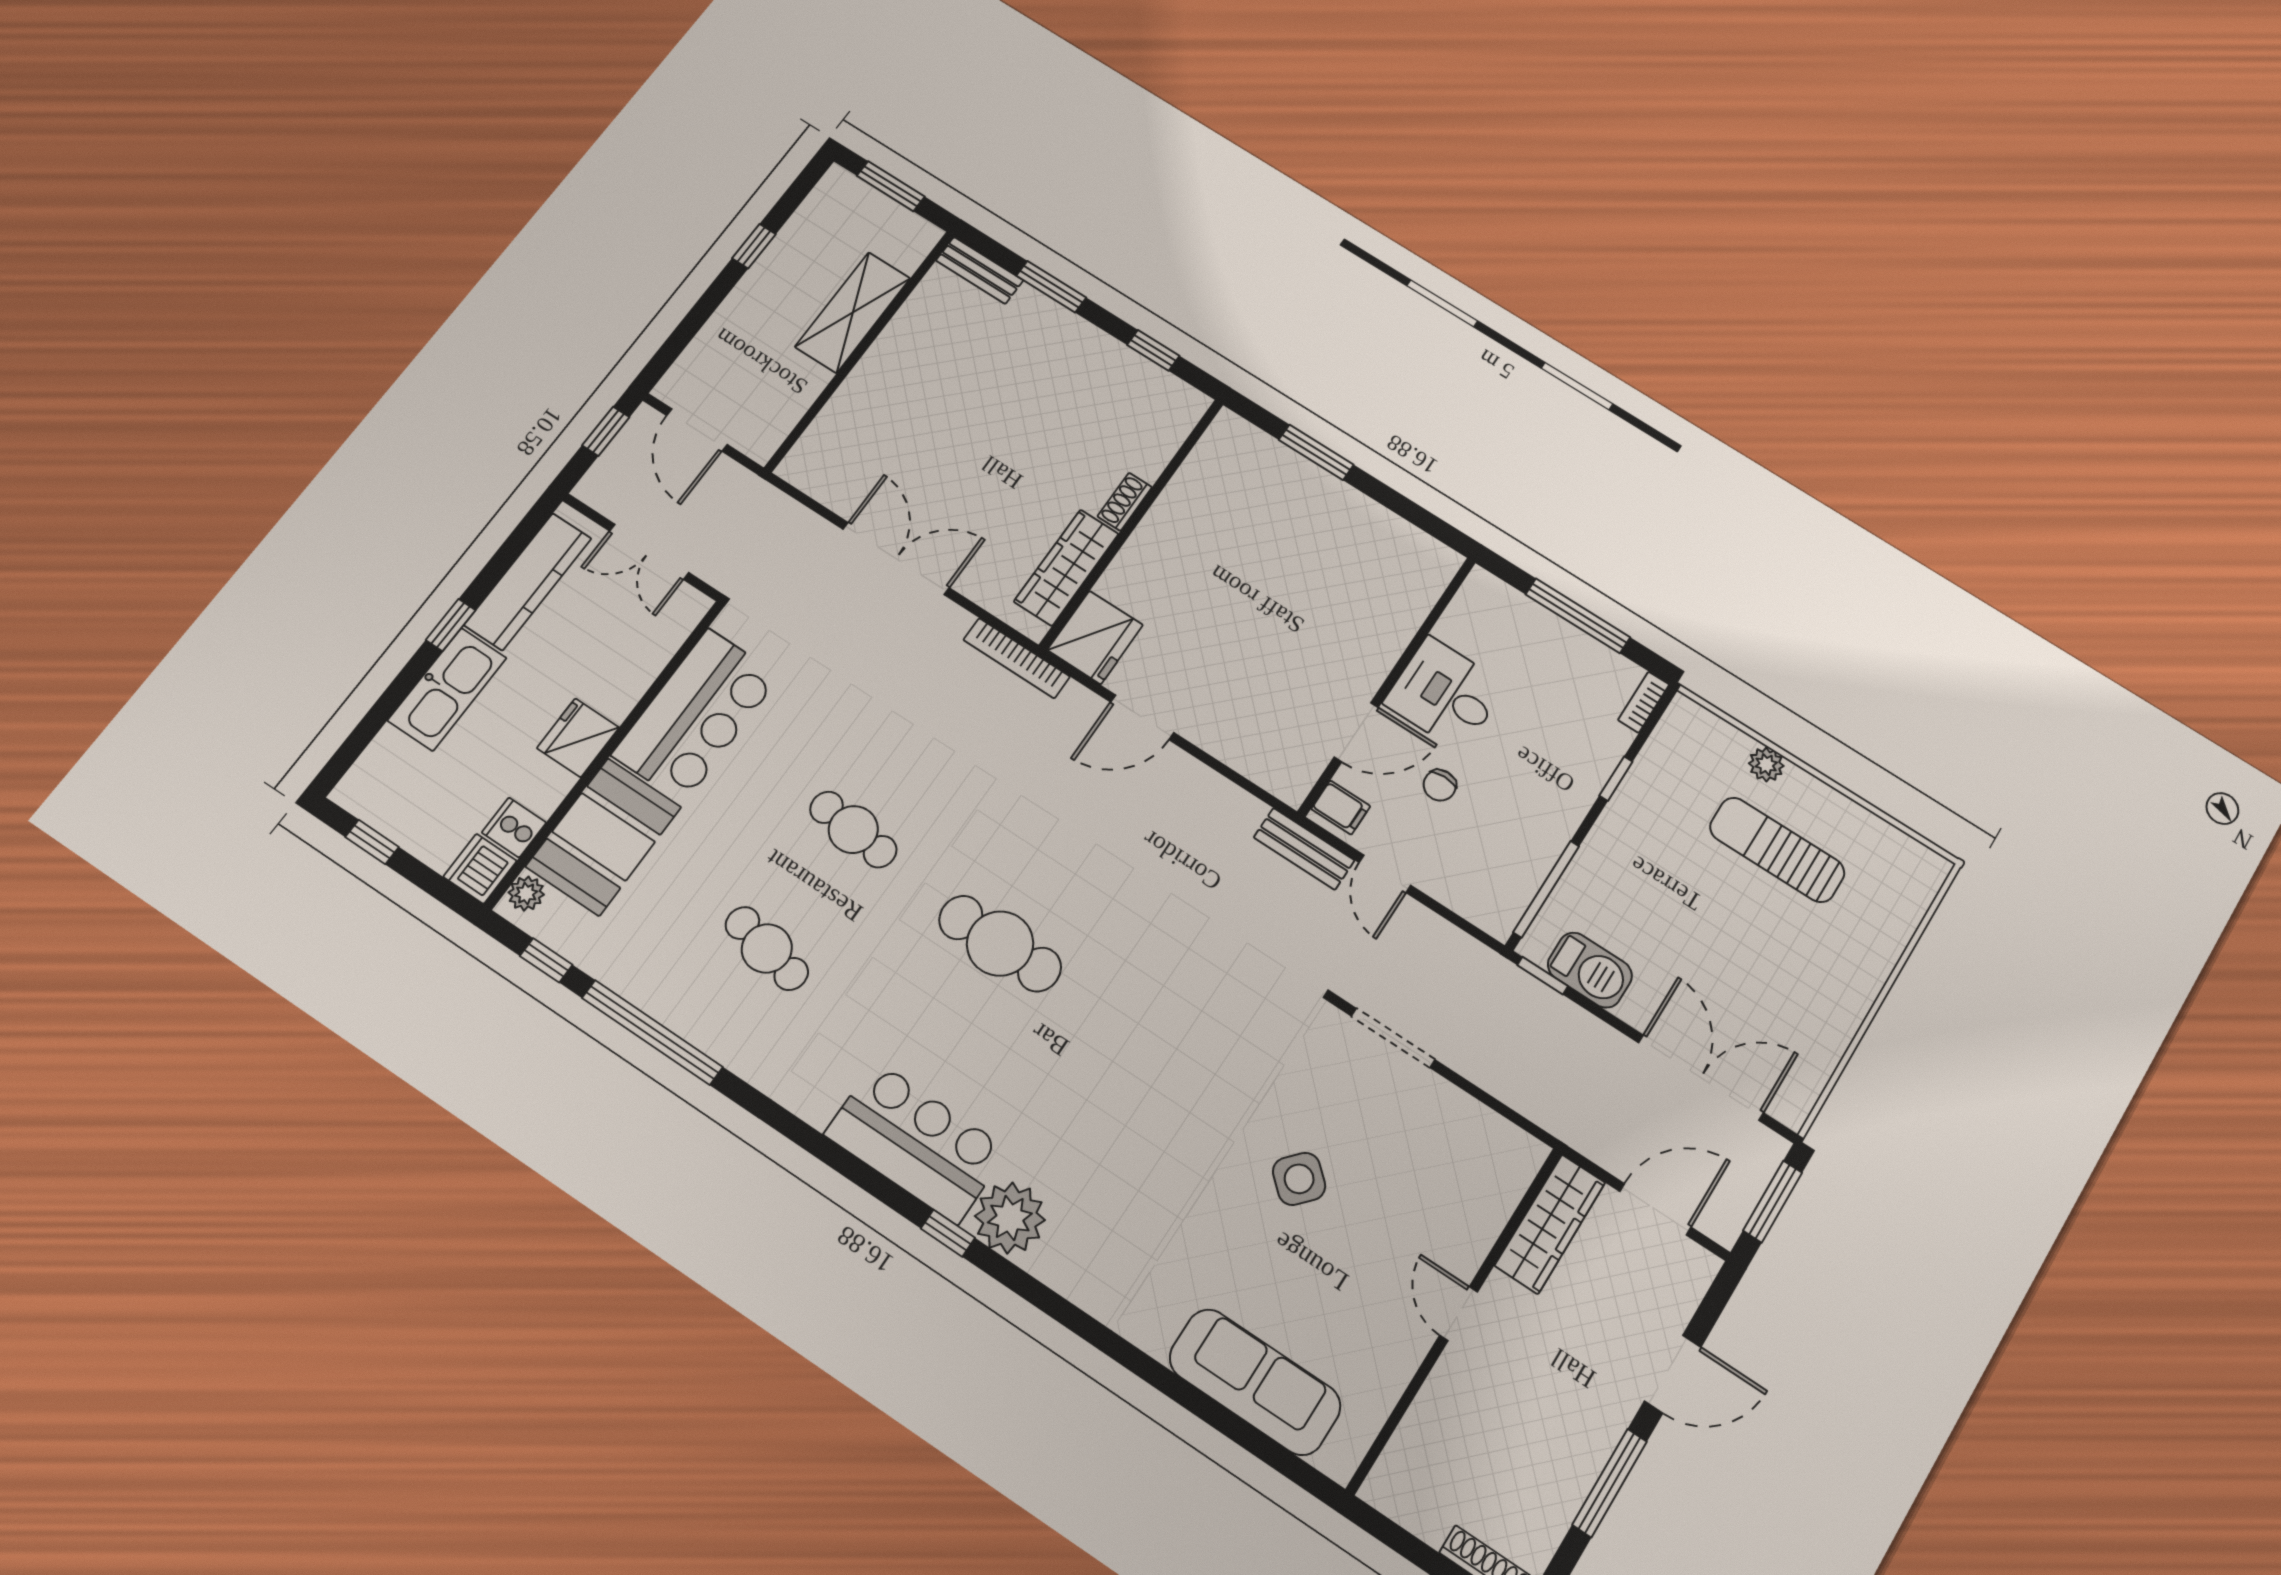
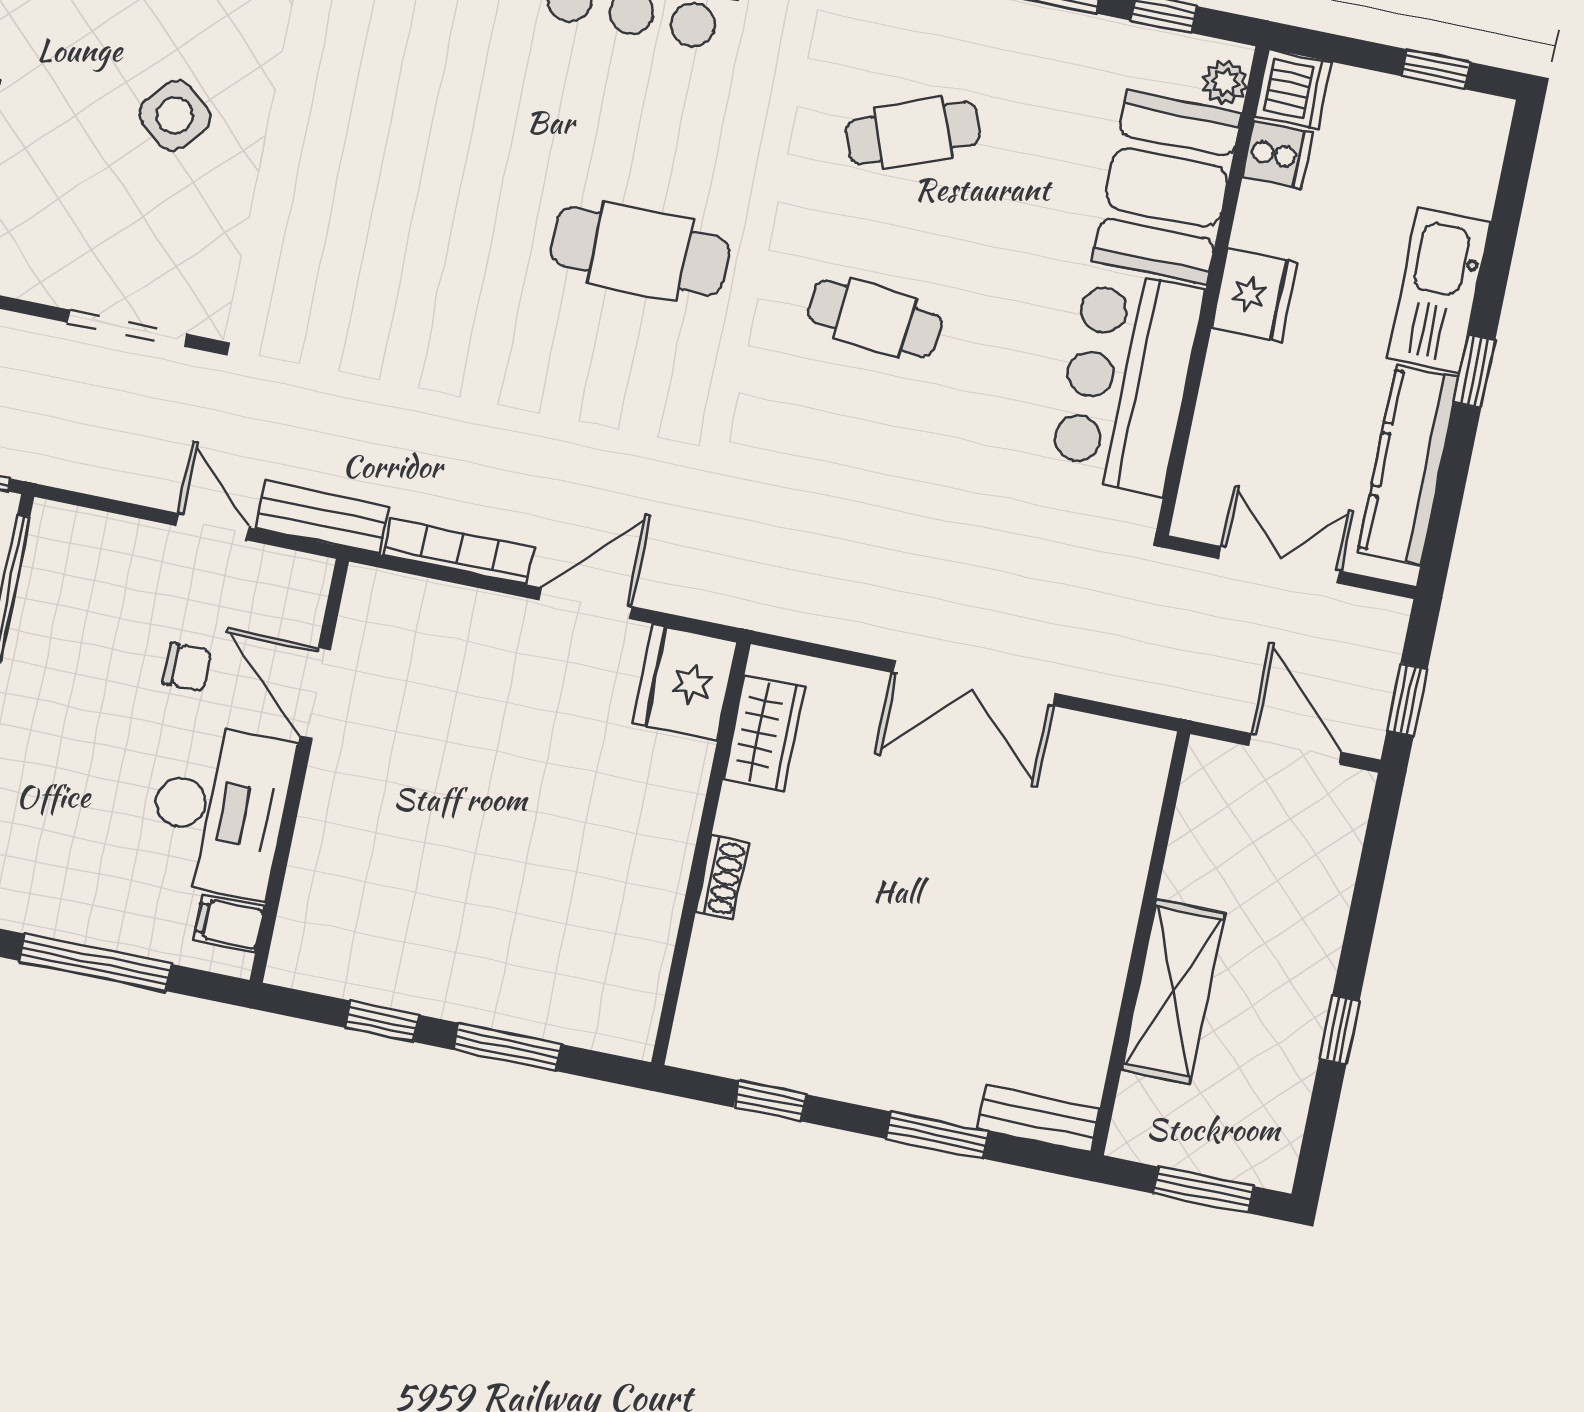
window: (1395, 502) -> (382, 1021), added
wardrobe: (1066, 568) -> (764, 733), width x0.67
bookcase: (1017, 658) -> (459, 551), moved
desk: (1445, 694) -> (219, 810), width x1.37
door: (1356, 732) -> (315, 693), hinge flipped
chair: (1440, 785) -> (187, 667), turned 91
filing cabinet: (1341, 808) -> (229, 924), moved
cafe table: (767, 948) -> (913, 133), turned -33

